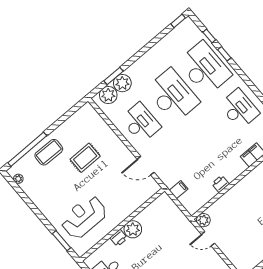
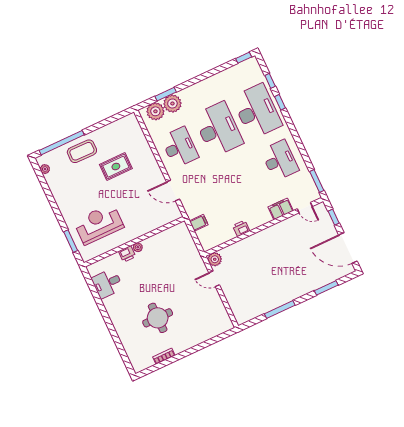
plant: (133, 229) -> (138, 247), width x0.53, depth x0.53

